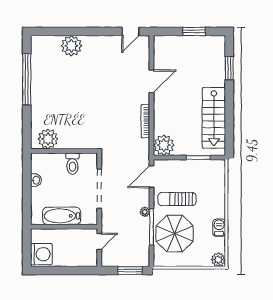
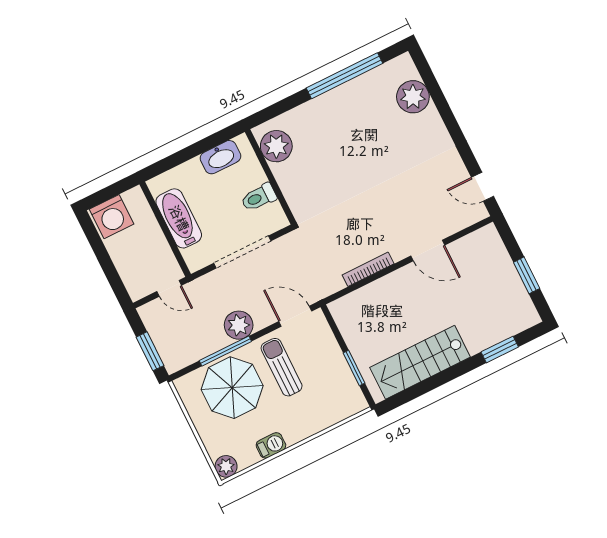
plant: (71, 46) -> (413, 97), moved
plant: (164, 145) -> (347, 312), removed
washbasin: (36, 180) -> (220, 157), width x1.91, depth x1.45
plant: (145, 212) -> (239, 325), width x1.88, depth x1.88

